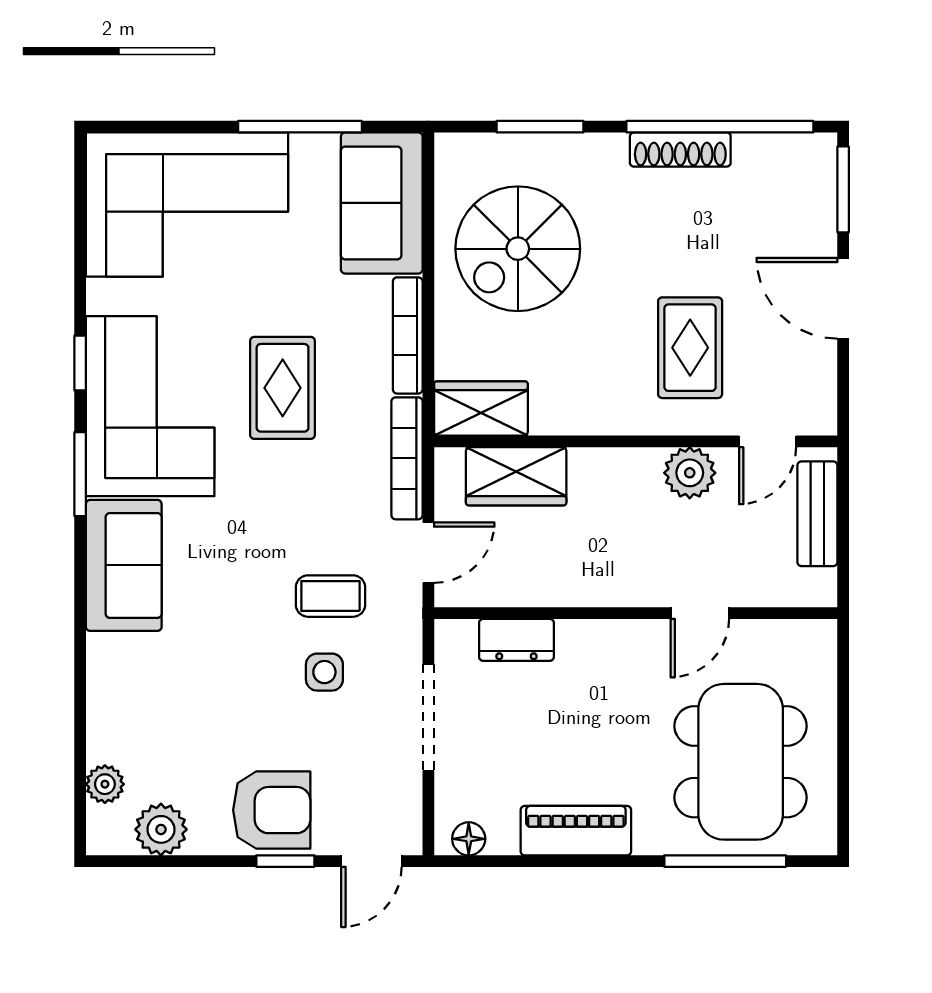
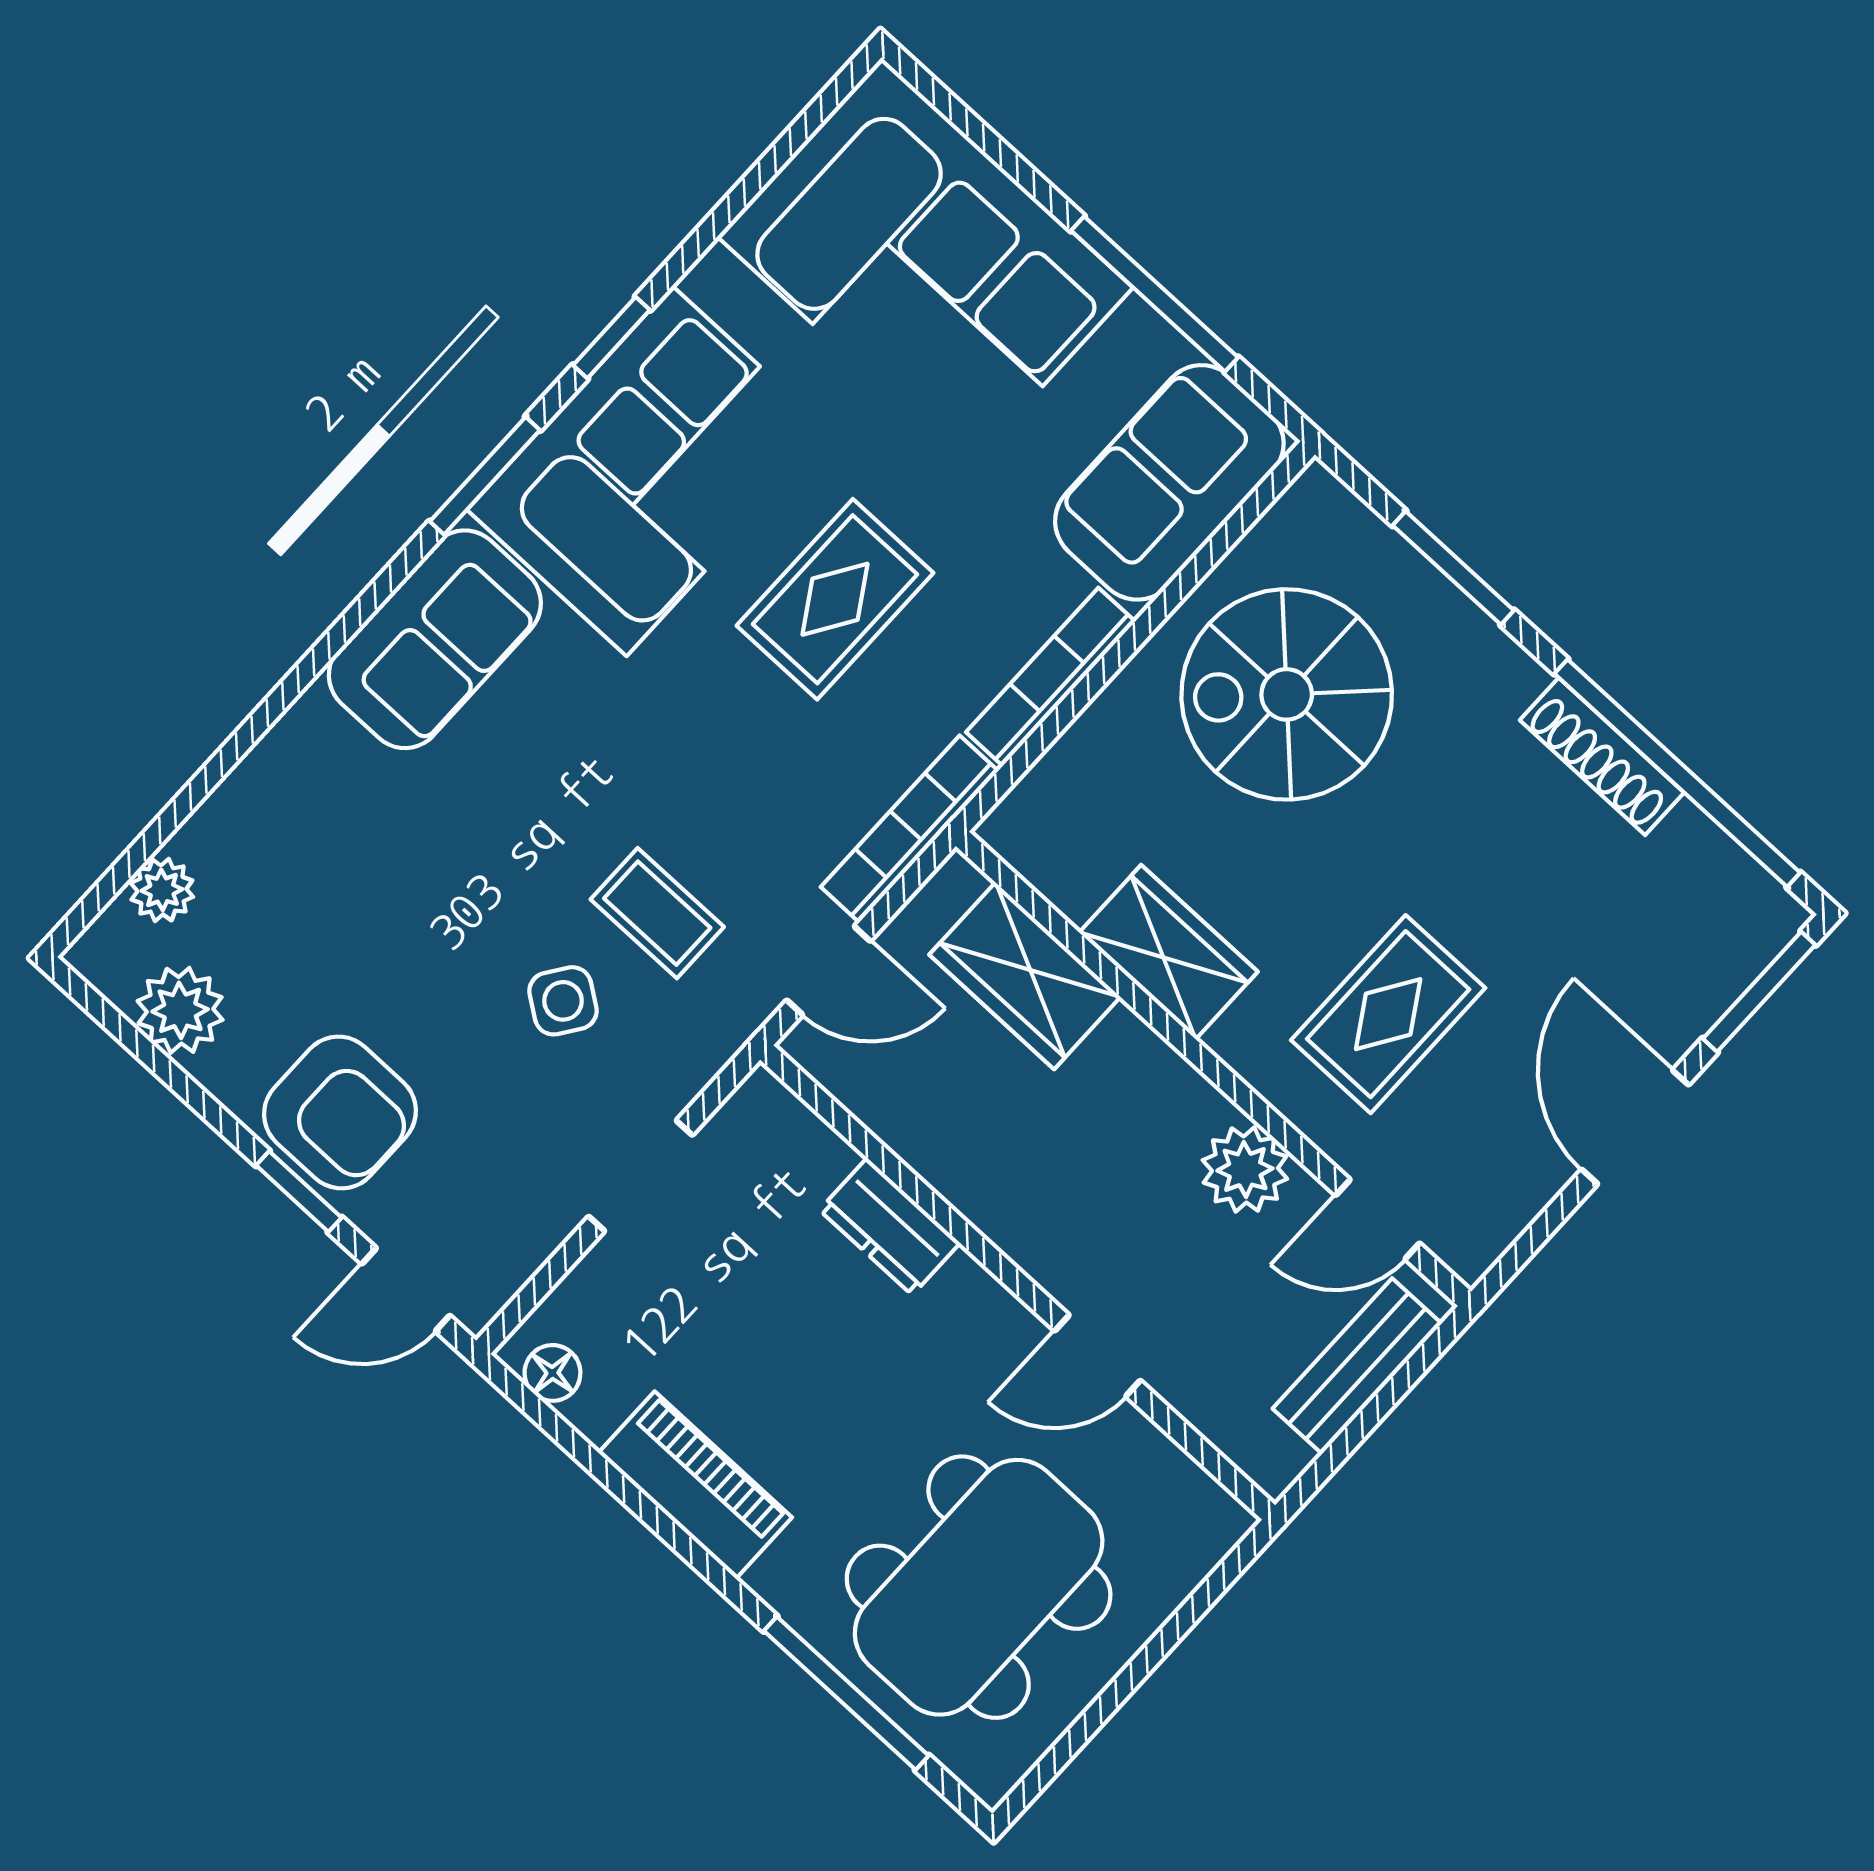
wardrobe: (481, 408) -> (1168, 952), moved
dresser: (516, 640) -> (890, 1226), moved
side table: (324, 672) -> (563, 1001), turned 35
doorway: (428, 717) -> (641, 1176), width x0.73

